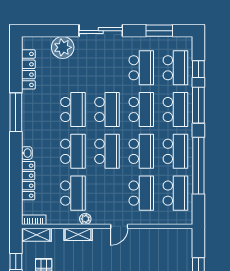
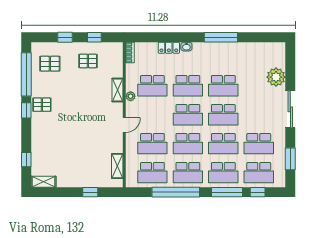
locker: (28, 69) -> (257, 48), removed
locker: (28, 181) -> (169, 48), width x0.66
door: (119, 226) -> (124, 125), swing flipped
shelving: (36, 235) -> (117, 166), moved

